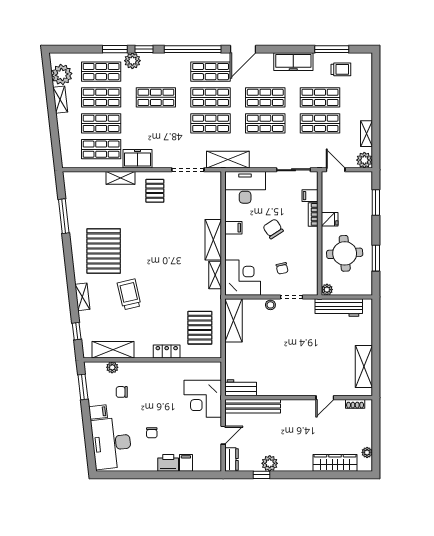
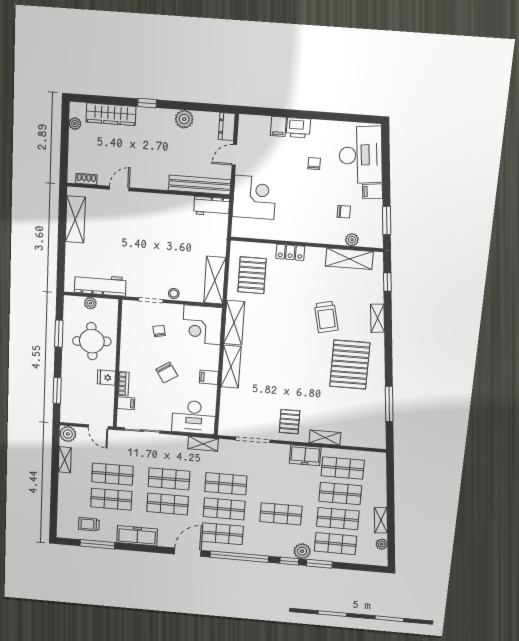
plant: (62, 75) -> (382, 544), width x0.53, depth x0.53
shelving: (228, 160) -> (203, 444), width x0.67, depth x0.75
shelving: (215, 275) -> (234, 323), width x1.50, depth x1.33
plant: (327, 290) -> (90, 303), moved
window: (261, 475) -> (147, 103), moved

